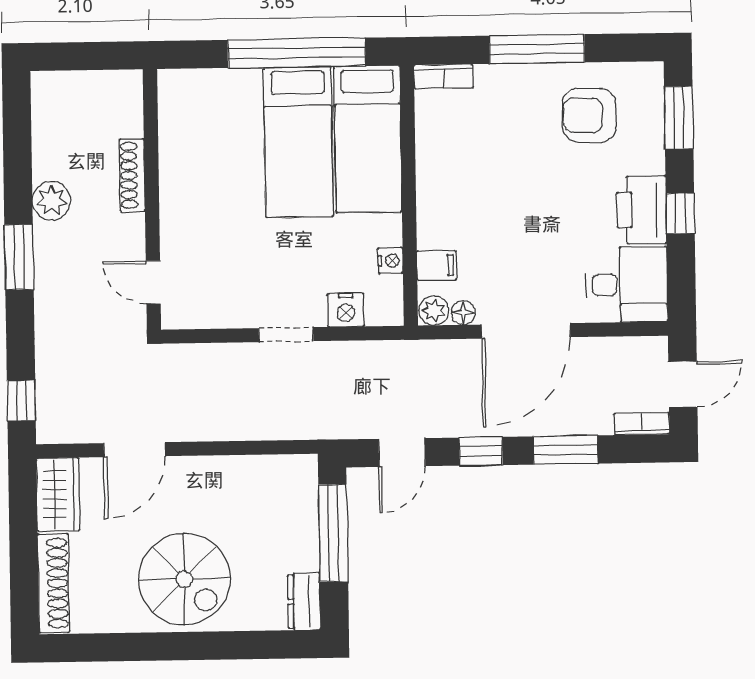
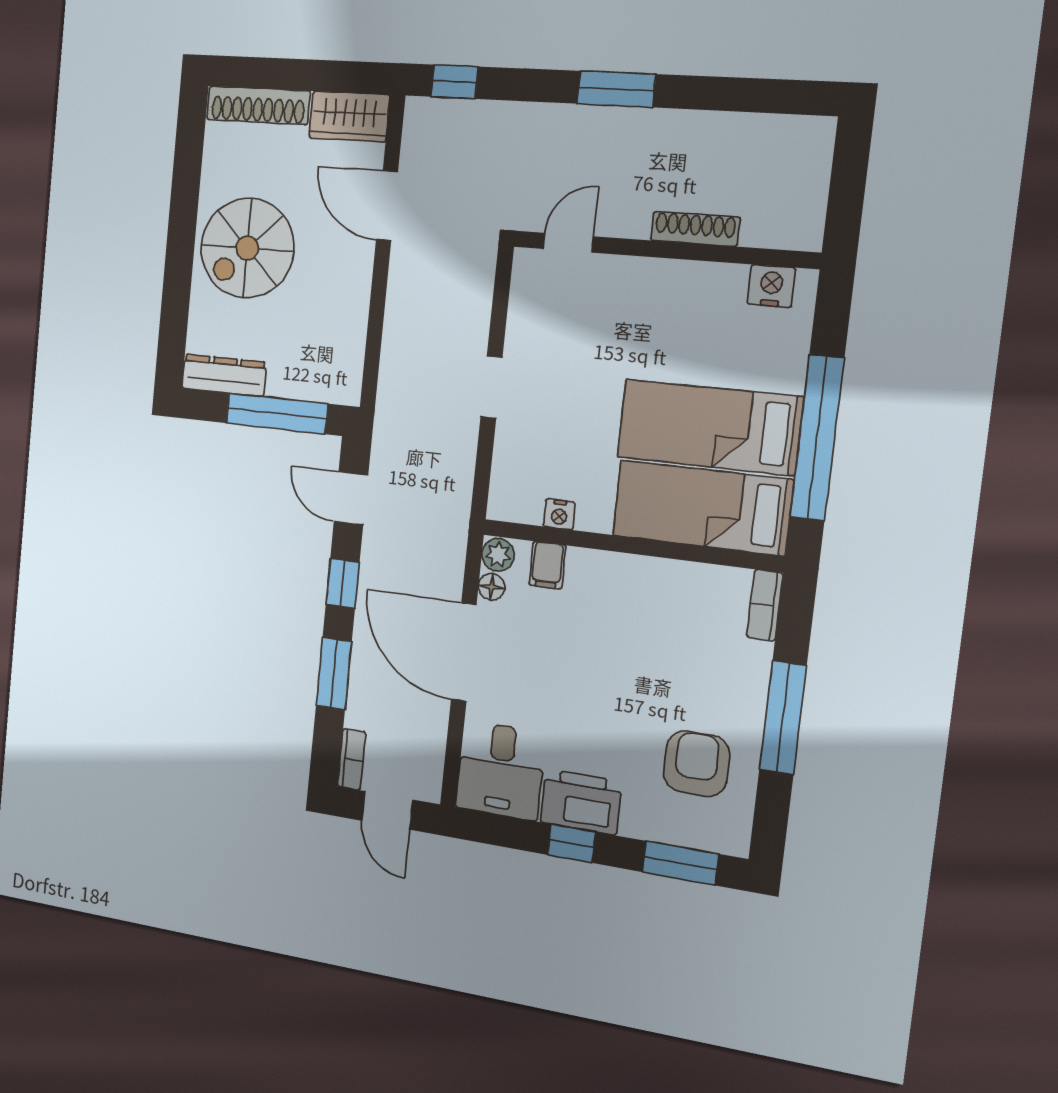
plant: (51, 201) -> (677, 131), removed
nightstand: (346, 310) -> (771, 286), moved, turned 90
dresser: (304, 601) -> (224, 375), width x1.44

